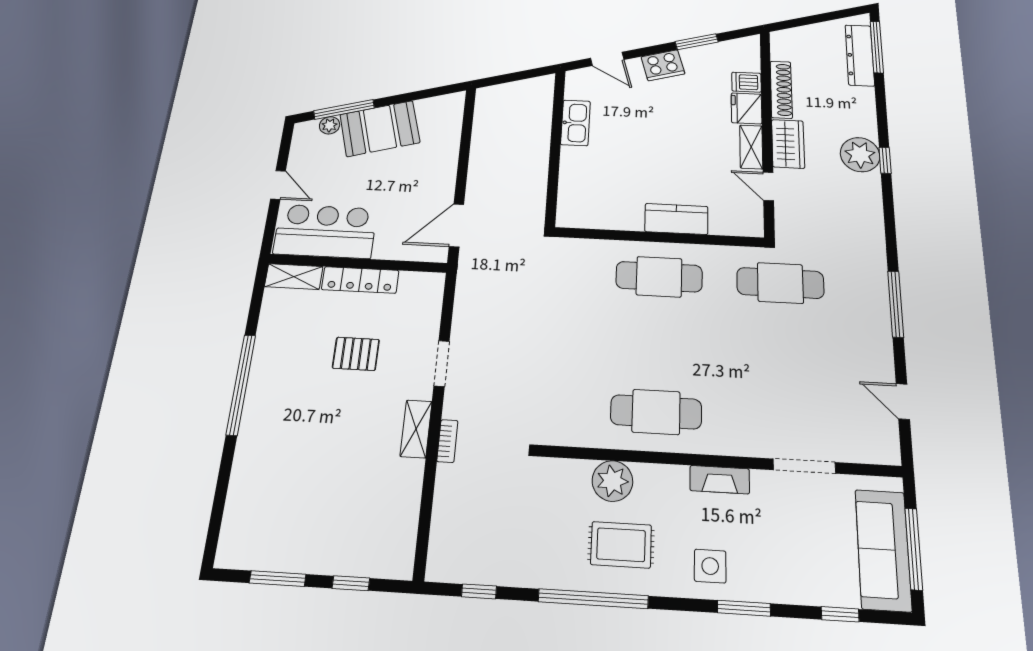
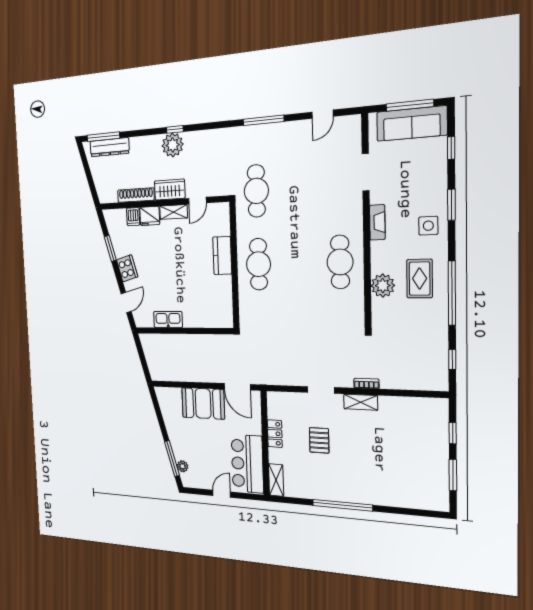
booth: (380, 129) -> (203, 403), moved, turned -74
locker: (360, 280) -> (275, 434), width x0.66

